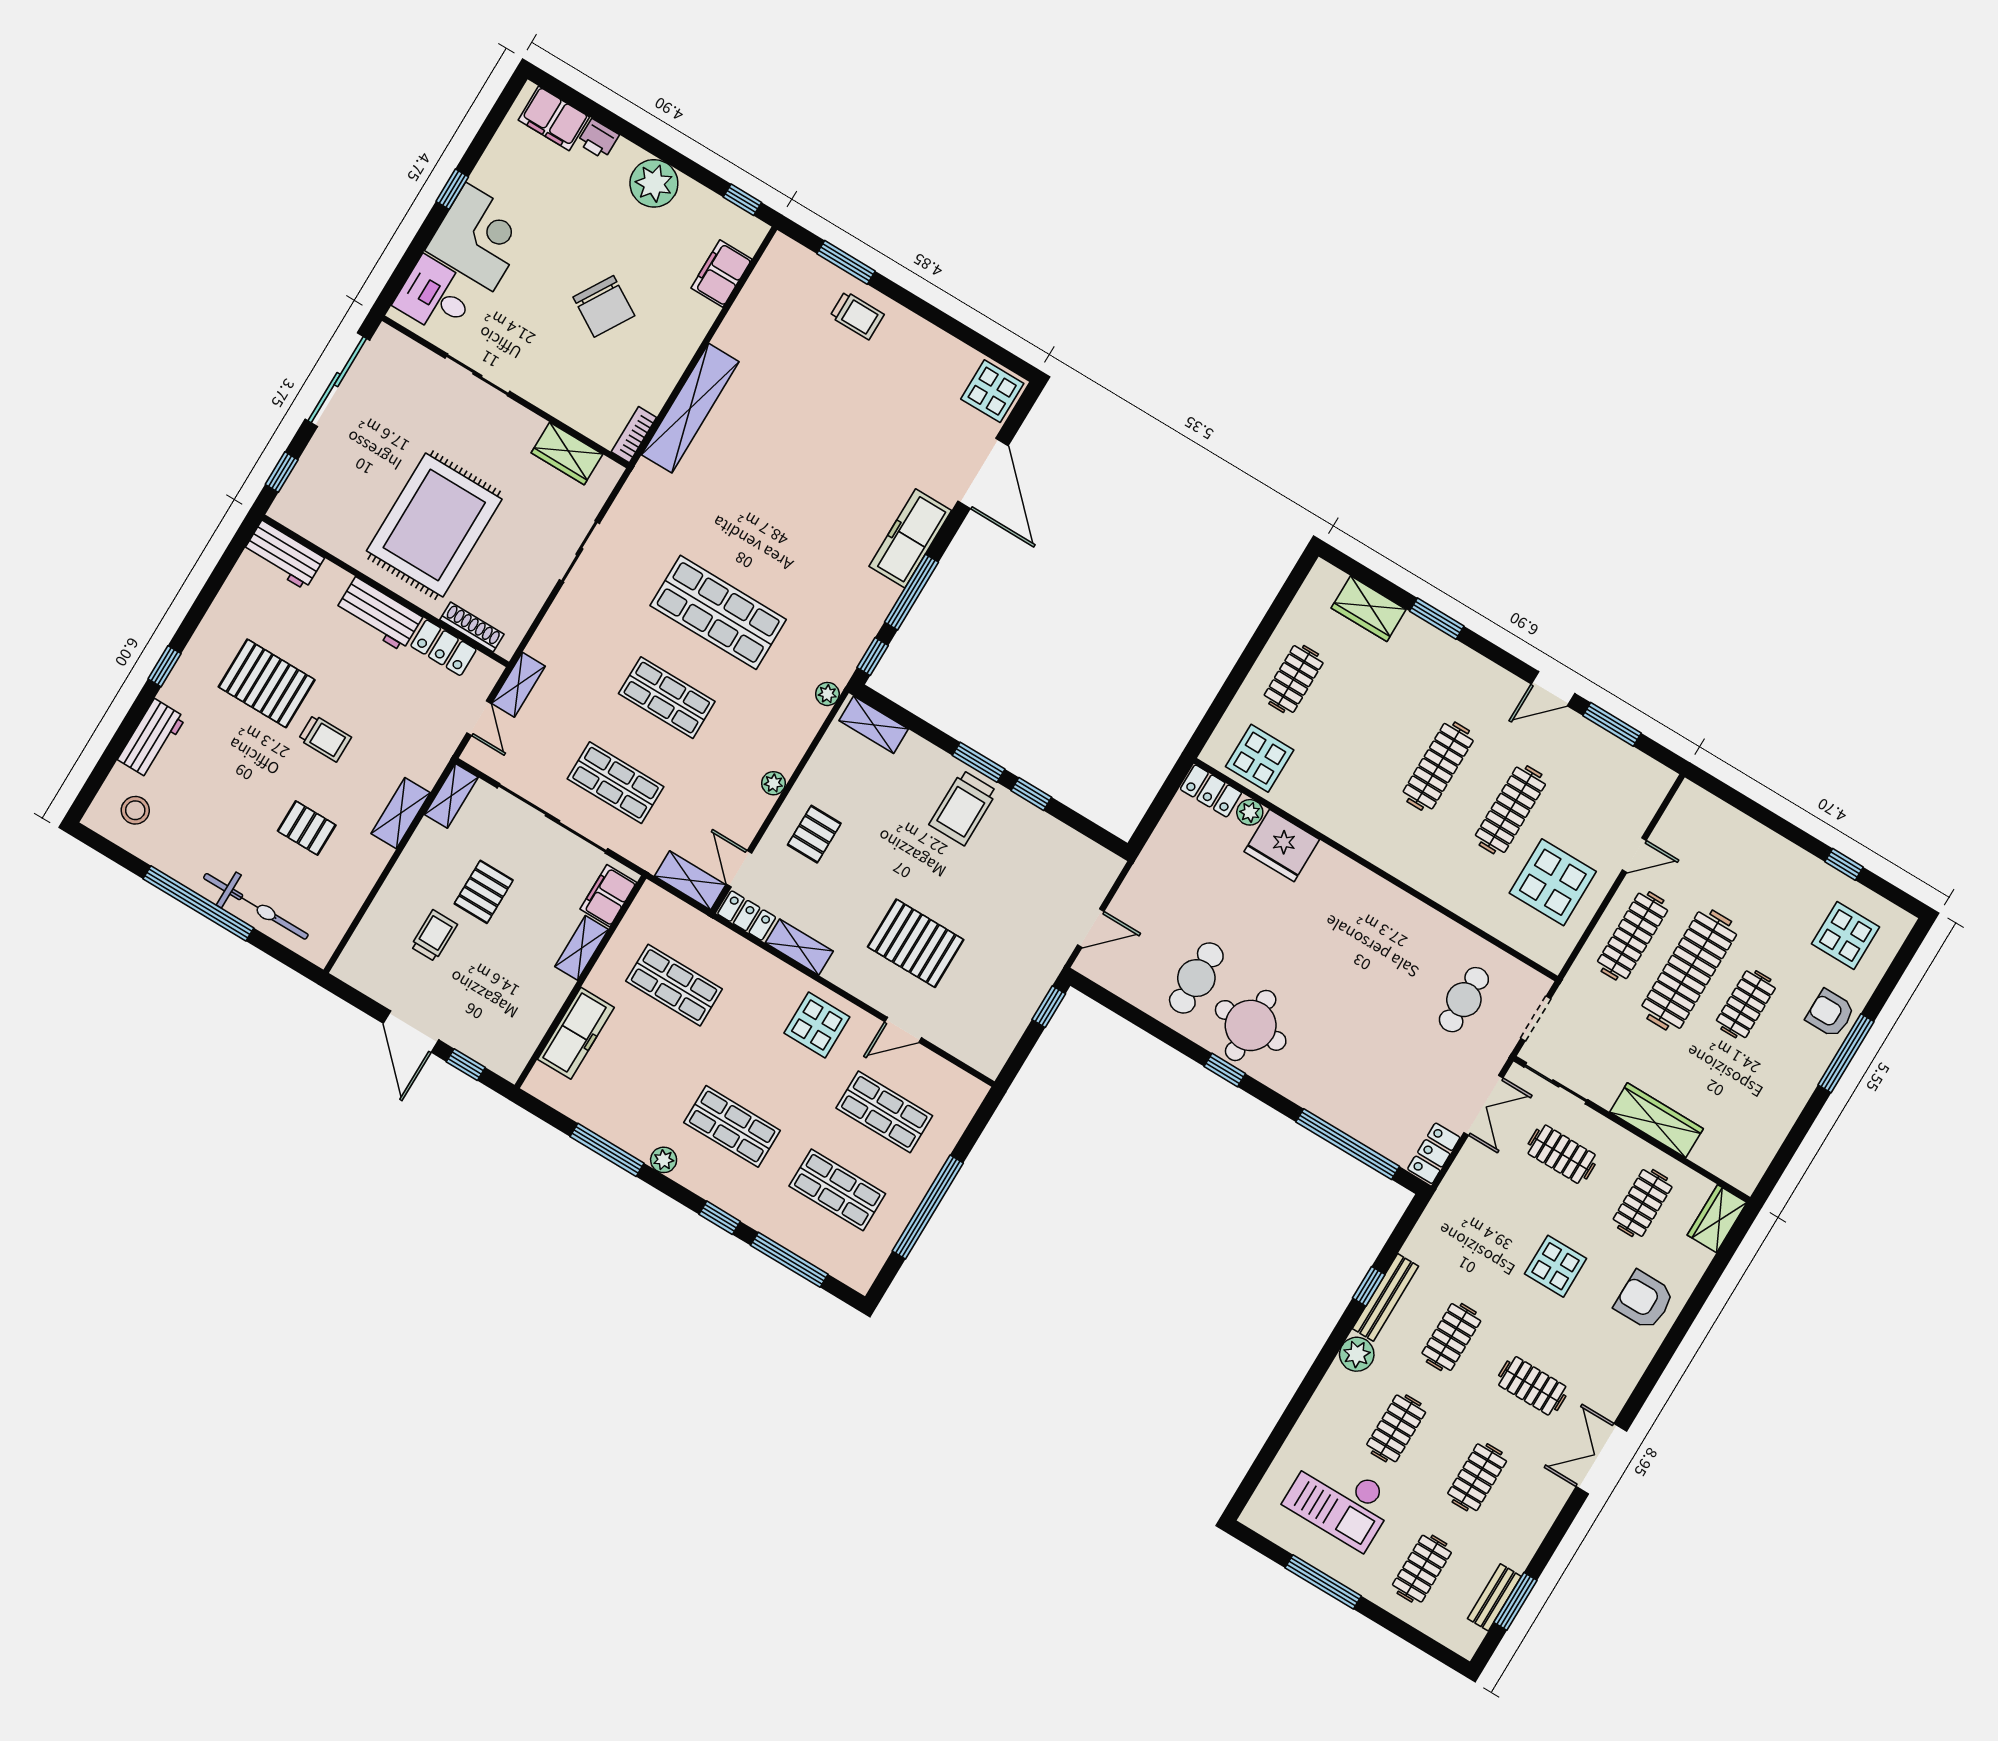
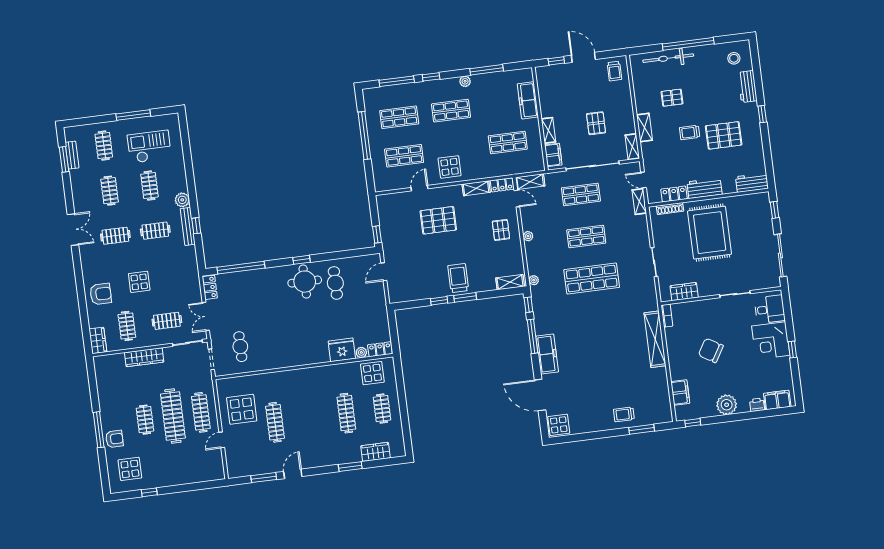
clothes rail: (1438, 766) -> (346, 413), moved
trolley: (434, 936) -> (614, 71), moved
clothes rail: (1451, 1337) -> (155, 231), turned 90

